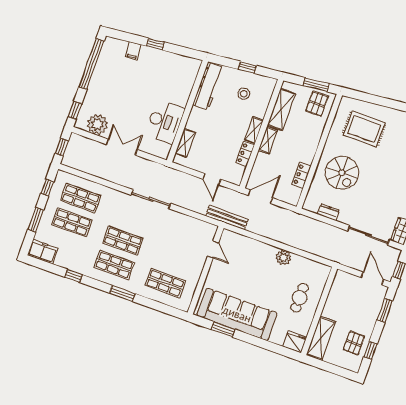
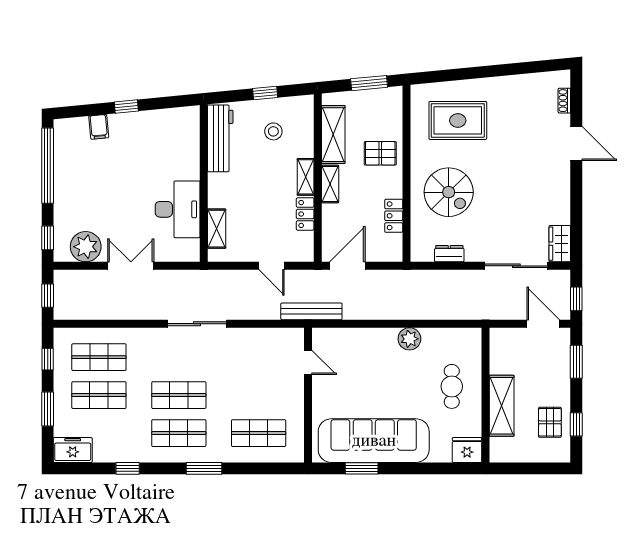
pallet: (317, 104) -> (380, 153), moved, turned 90
shelving: (321, 338) -> (502, 406), moved

